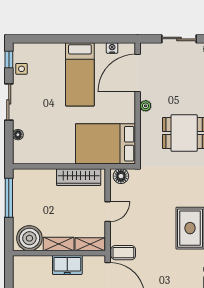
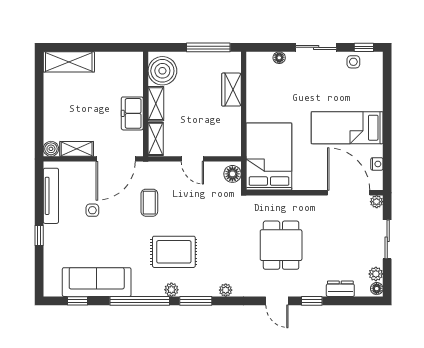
plant: (146, 106) -> (377, 202), moved
wardrobe: (79, 177) -> (231, 90), moved, width x0.67
coffee table: (123, 253) -> (149, 203), moved

